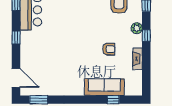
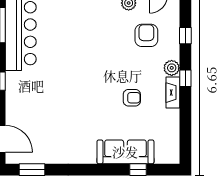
fireplace: (138, 59) -> (173, 93), moved

